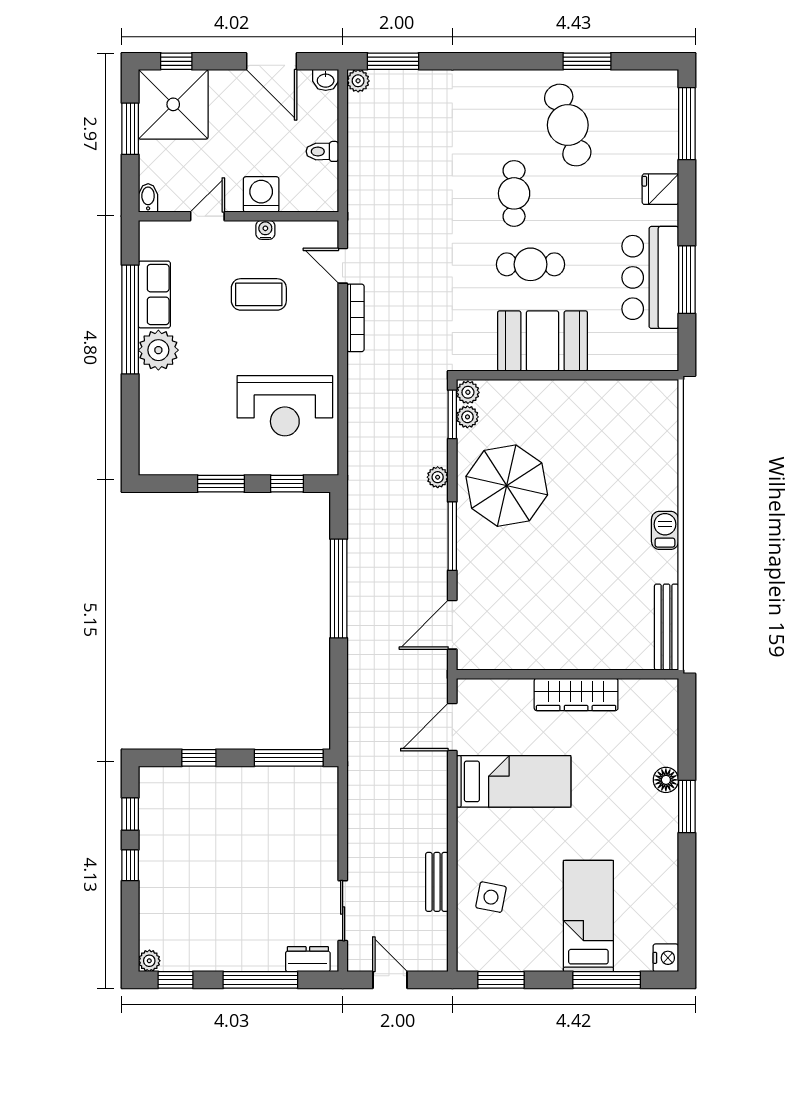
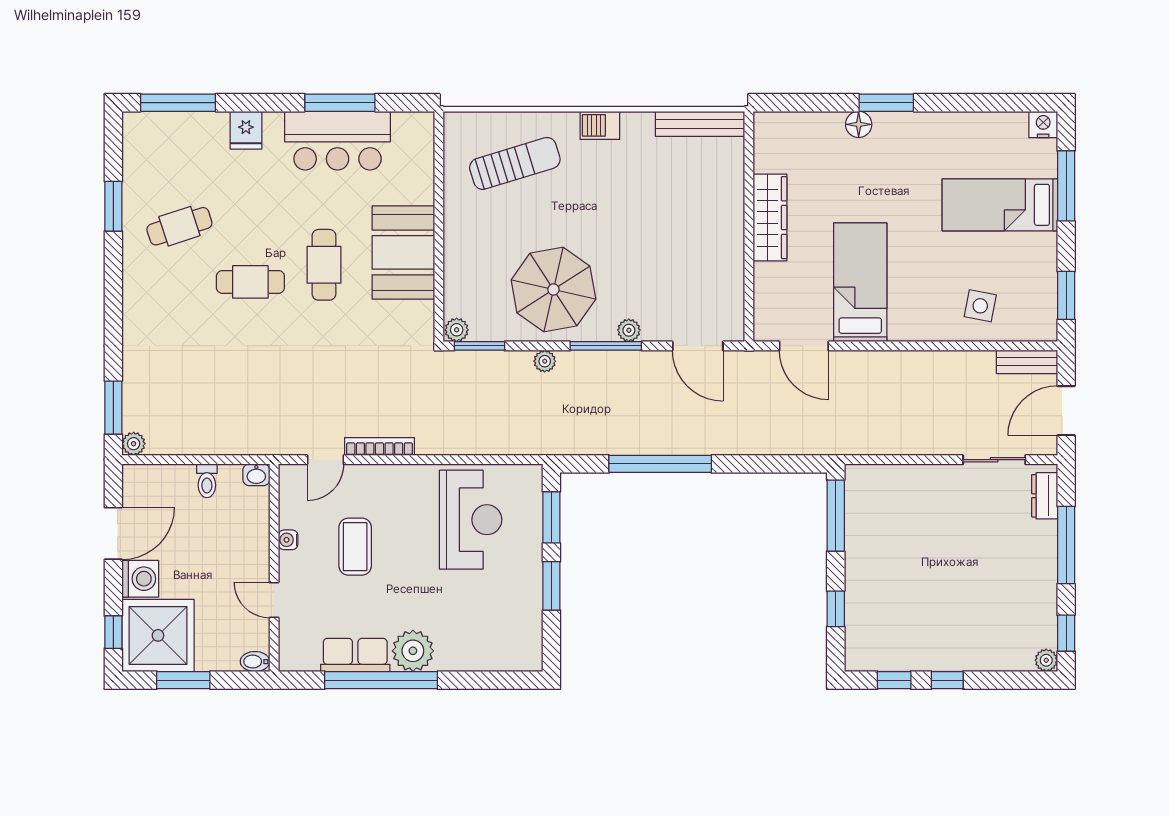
washbasin: (326, 80) -> (256, 475), moved, turned 90
cafe table: (568, 125) -> (179, 226), width x0.73, depth x0.74
washing machine: (261, 194) -> (140, 579), moved, turned 180
plant: (467, 417) -> (629, 330), moved
sun lounger: (628, 448) -> (515, 163), added
window: (287, 484) -> (551, 517), width x1.50
bench: (437, 882) -> (1027, 362), moved
door: (390, 980) -> (1066, 411), width x1.38

